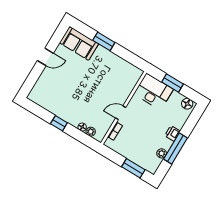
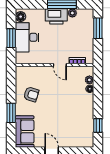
armchair: (110, 70) -> (31, 94), added
desk: (154, 91) -> (27, 37), moved
window: (59, 123) -> (98, 126), moved
printer: (173, 133) -> (56, 16), width x1.87, depth x1.48

